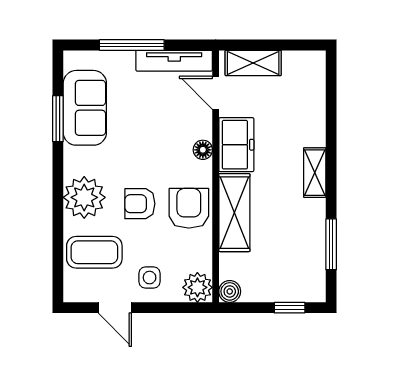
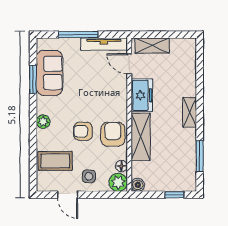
floor lamp: (203, 150) -> (121, 166), moved
plant: (84, 197) -> (43, 122), width x0.53, depth x0.53

